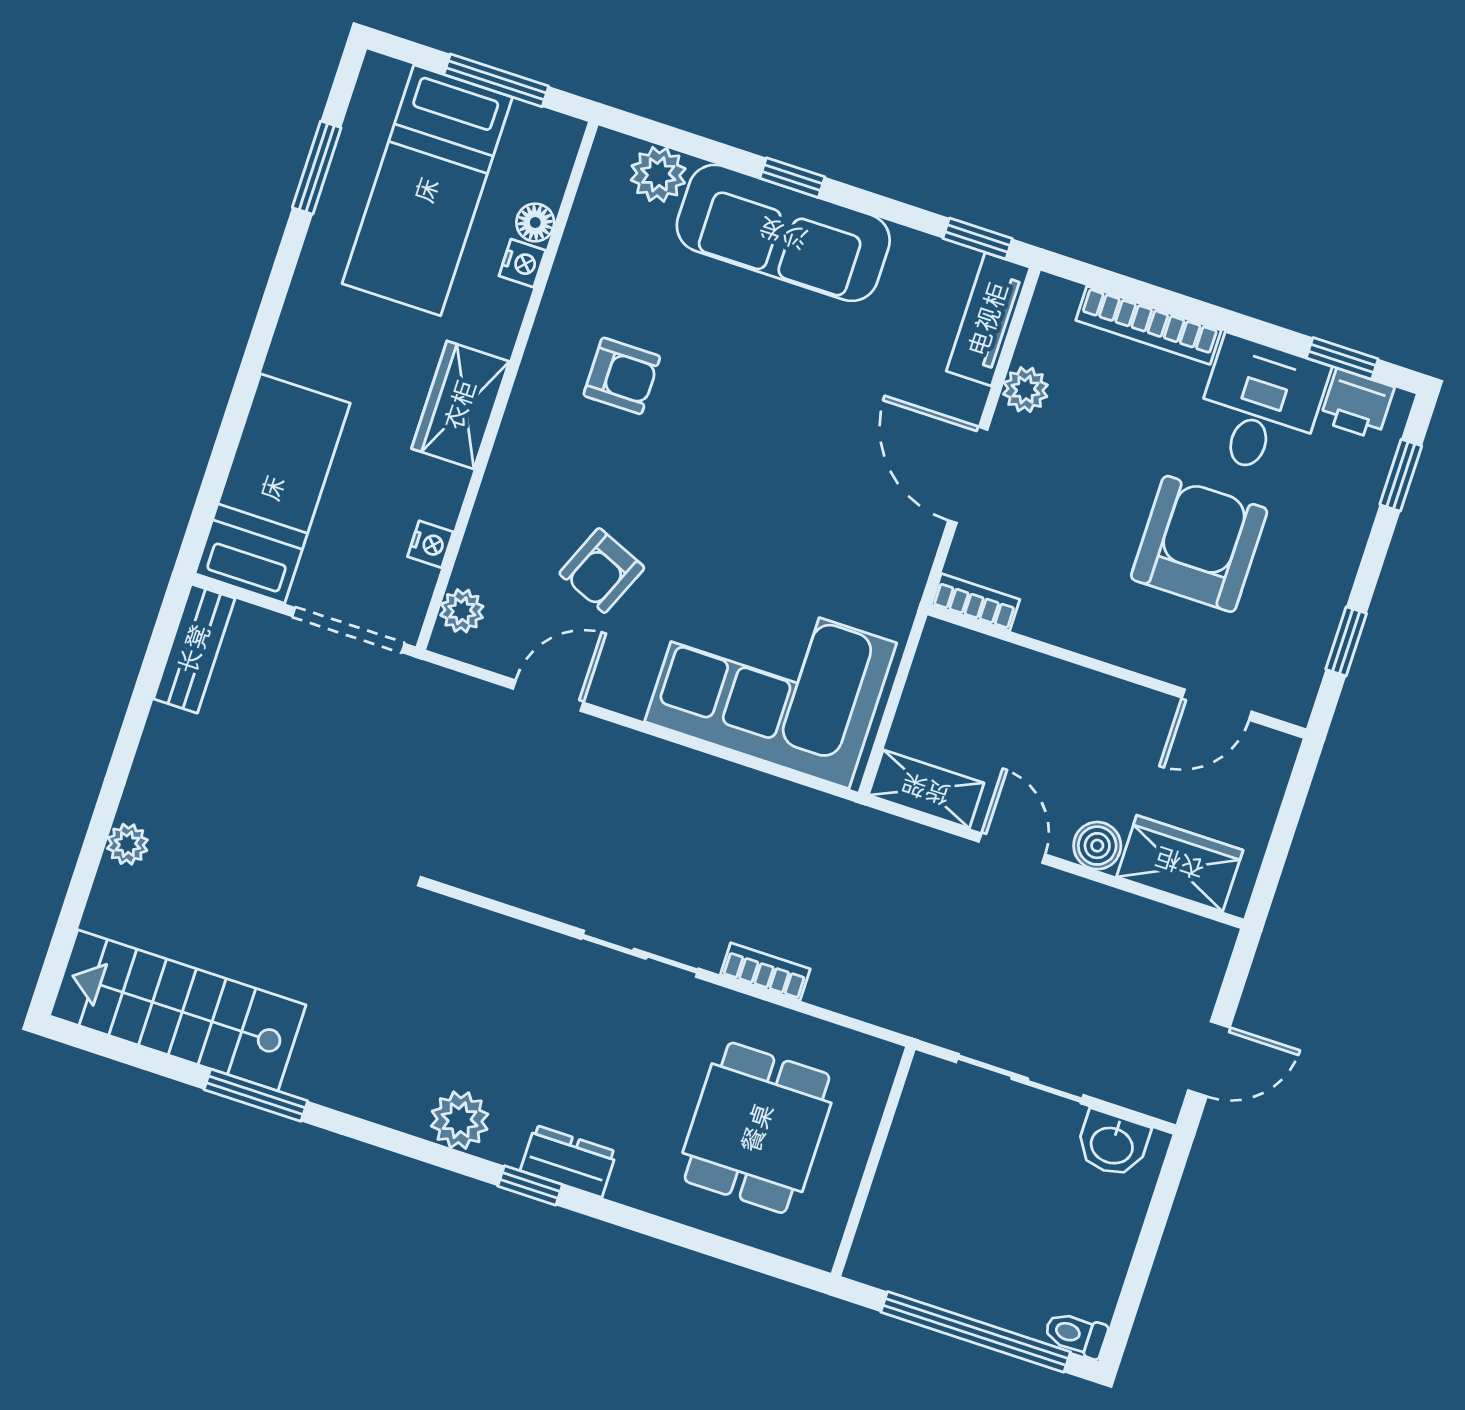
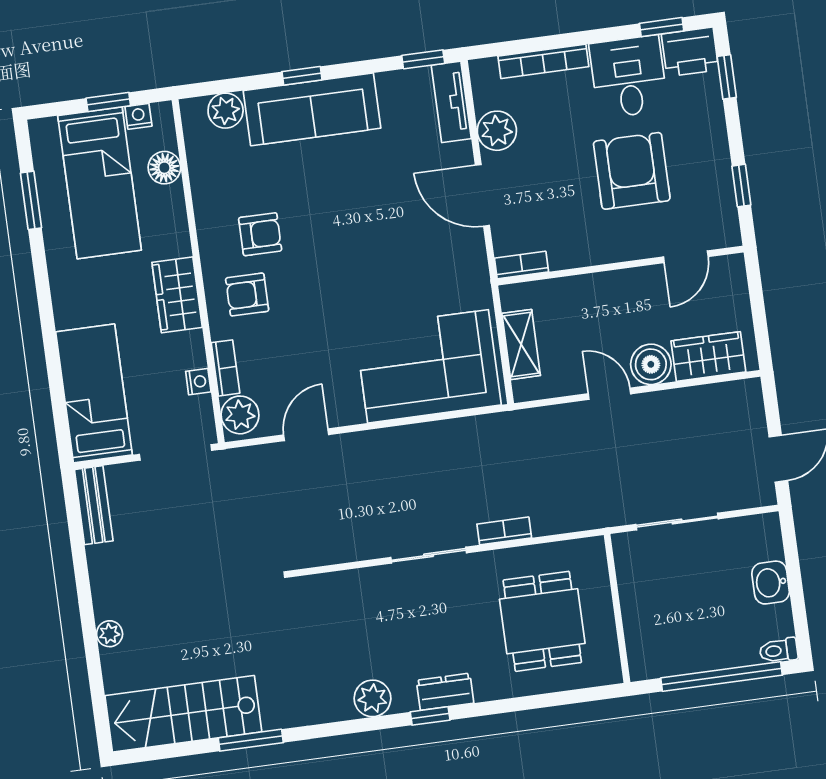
window: (496, 80) -> (108, 102), width x0.67
floor lamp: (535, 223) -> (164, 168), width x1.37, depth x1.37
nightstand: (522, 263) -> (138, 116), moved, turned -90
plant: (1025, 390) -> (497, 131), width x1.38, depth x1.38
printer: (1357, 404) -> (690, 52), width x1.36, depth x1.24
bookcase: (479, 544) -> (226, 368), added
armchair: (602, 571) -> (247, 295), moved, turned 67
plant: (462, 611) -> (240, 415), width x1.38, depth x1.38
shelving: (926, 789) -> (521, 344), moved, turned 90
boiler: (1097, 846) -> (651, 364), width x1.36, depth x1.36
washbasin: (1112, 1144) -> (771, 583), moved, turned 90

